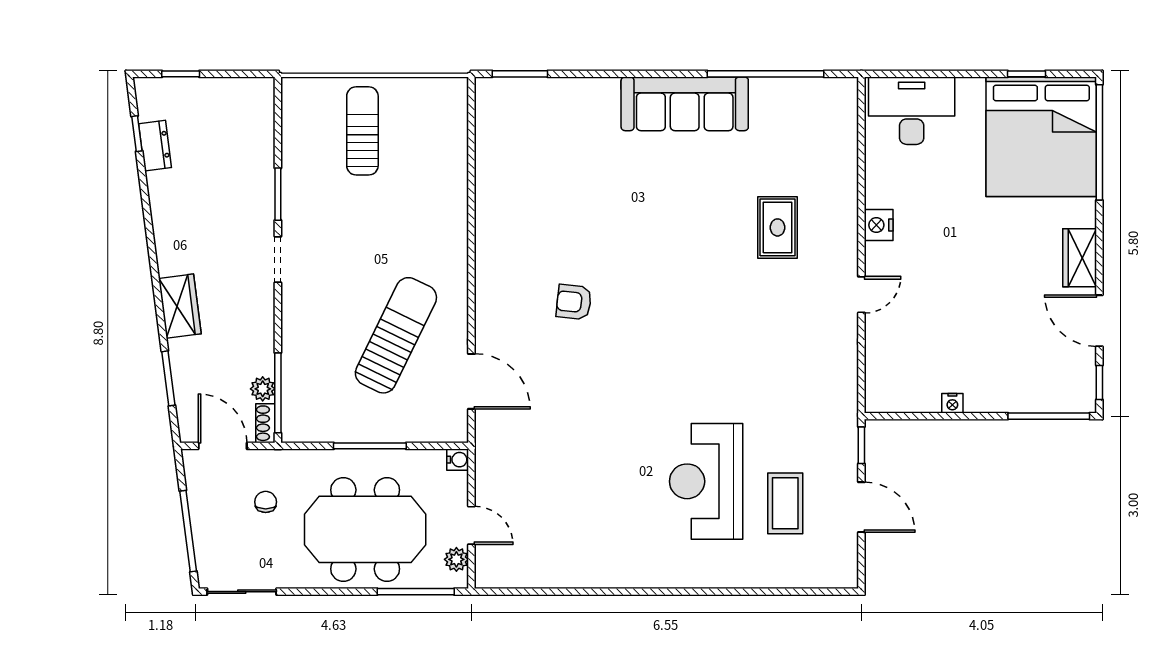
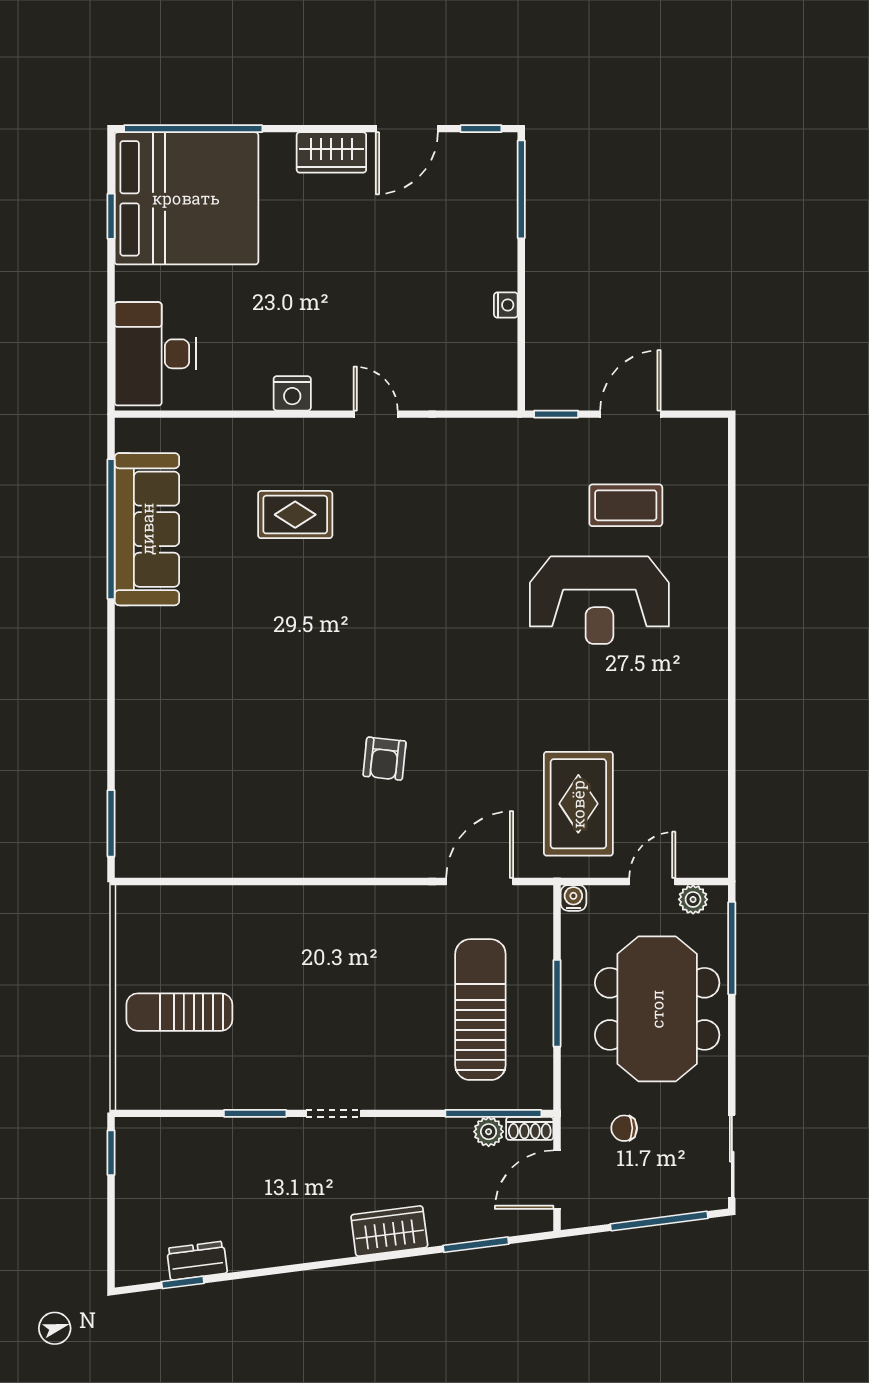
window: (181, 74) -> (111, 1153), moved
sofa: (685, 104) -> (147, 529), moved
sun lounger: (396, 335) -> (480, 1010), moved, turned 64
rug: (536, 464) -> (578, 804), added

